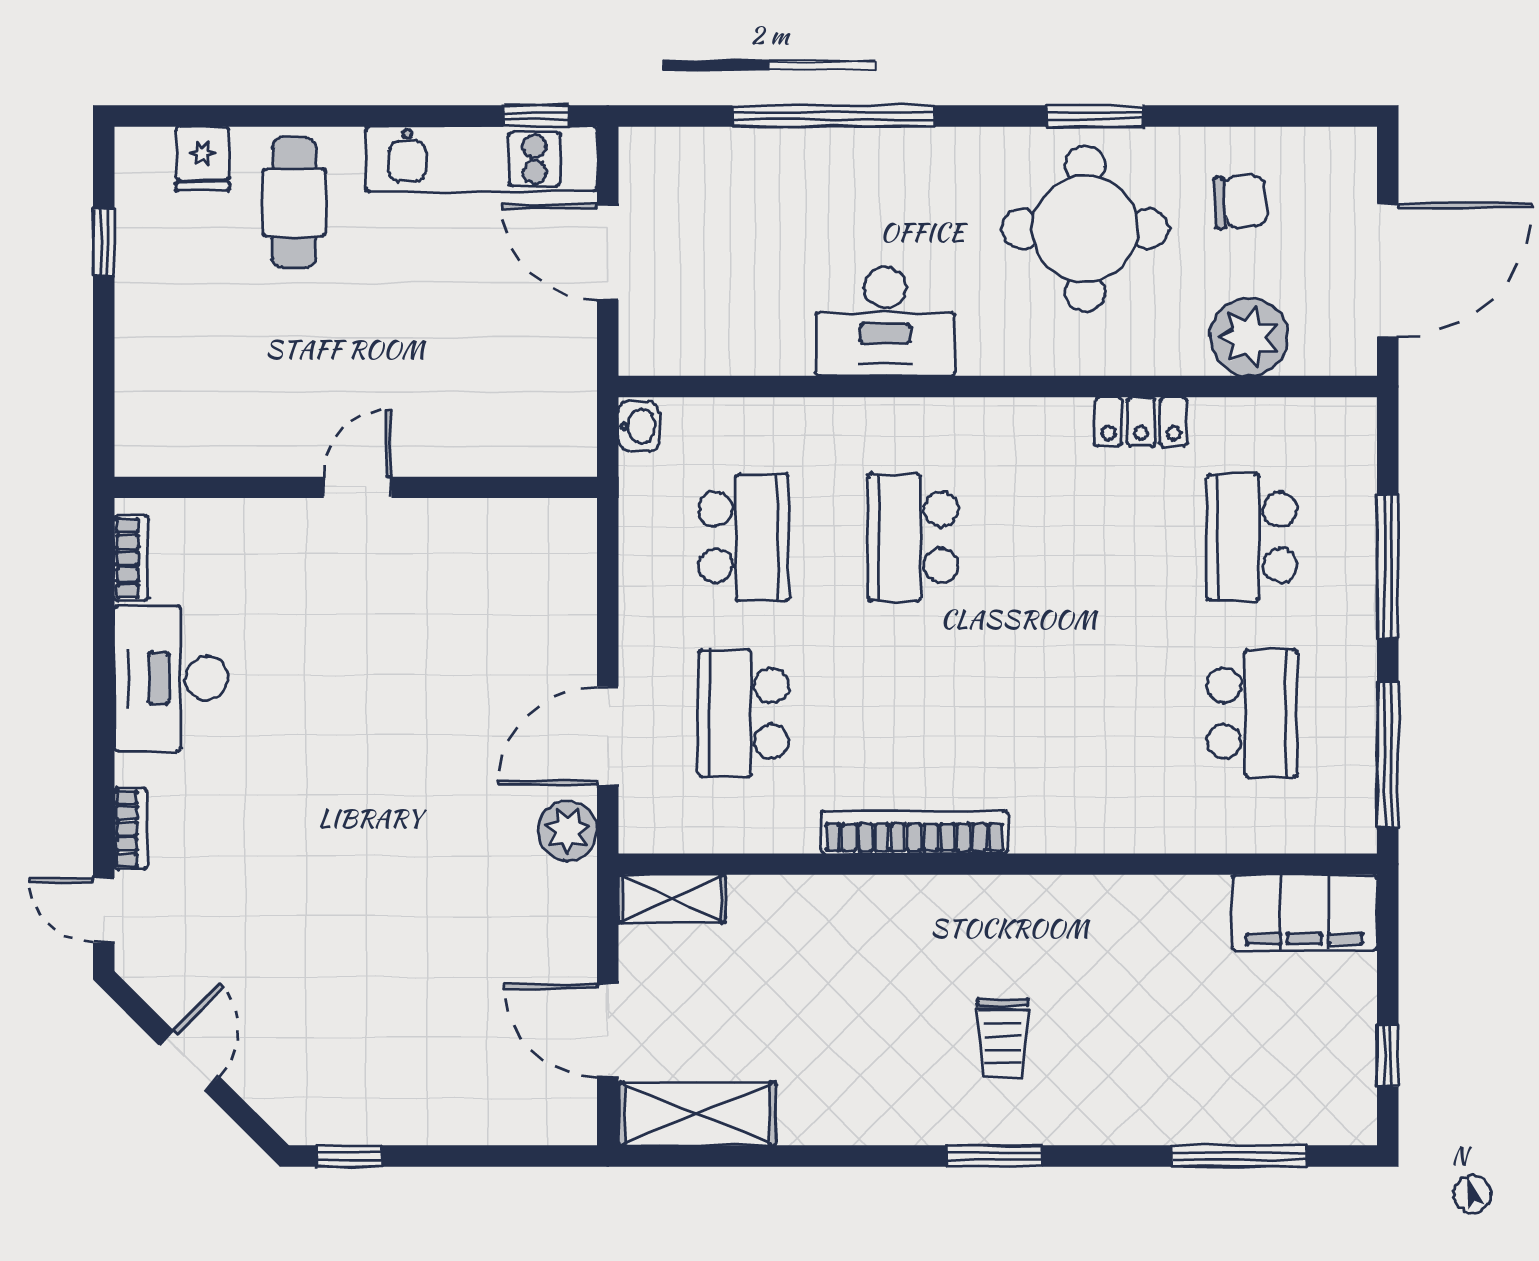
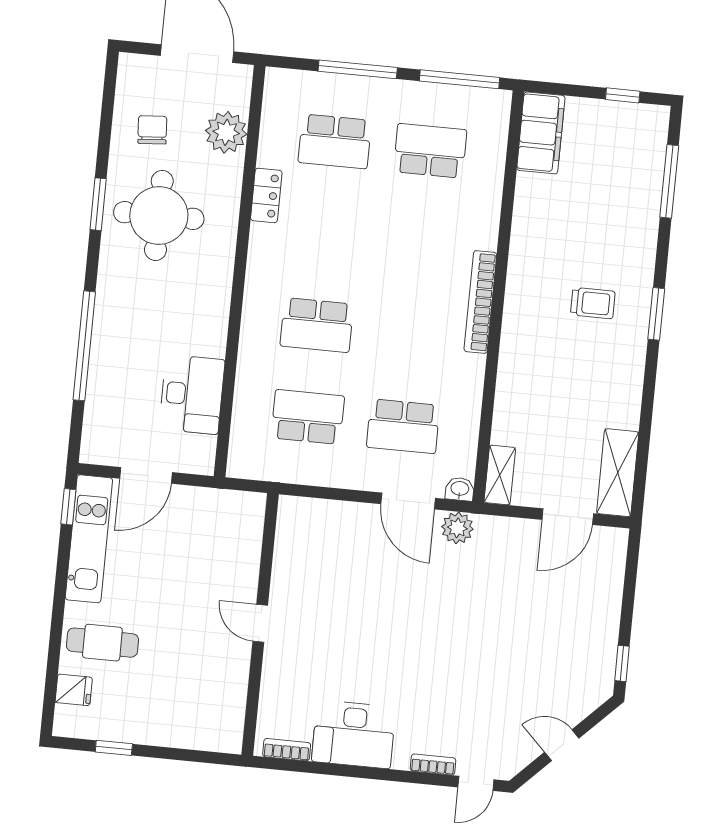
desk: (885, 321) -> (192, 394), moved
washbasin: (639, 426) -> (460, 489), moved
bookcase: (914, 832) -> (480, 302), moved

